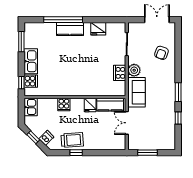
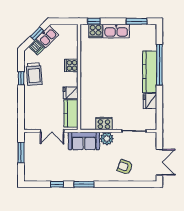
kitchen counter: (70, 29) -> (150, 72), width x1.50
kitchen sink: (31, 107) -> (47, 37), moved, turned -45
double door: (127, 123) -> (52, 131), swing flipped

